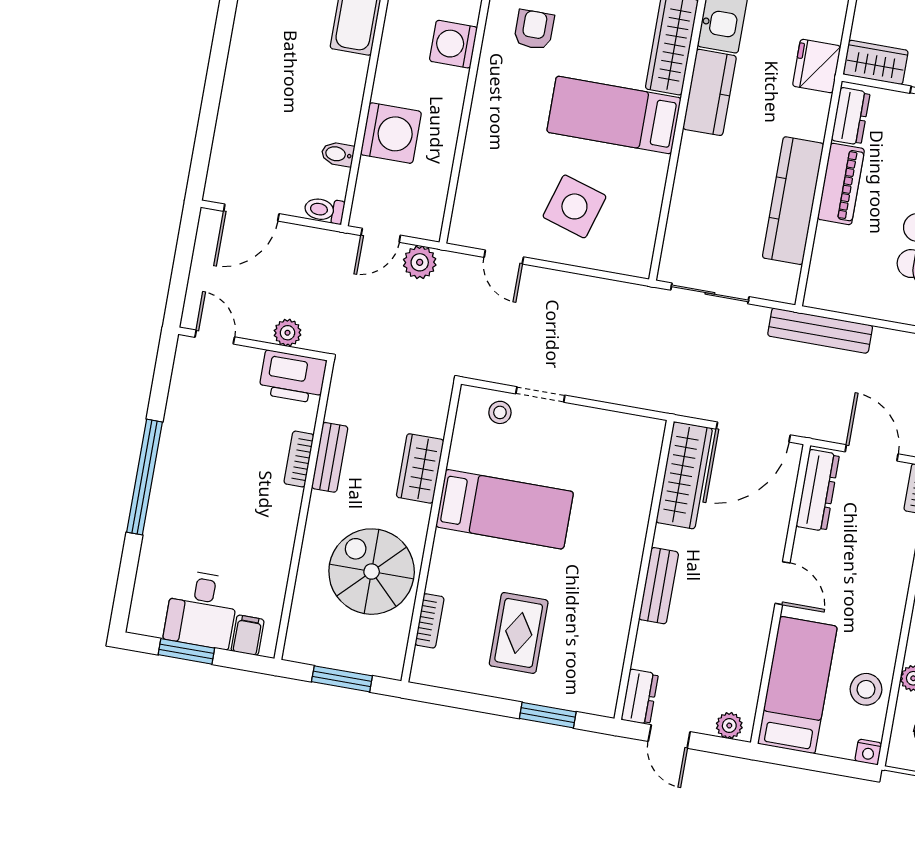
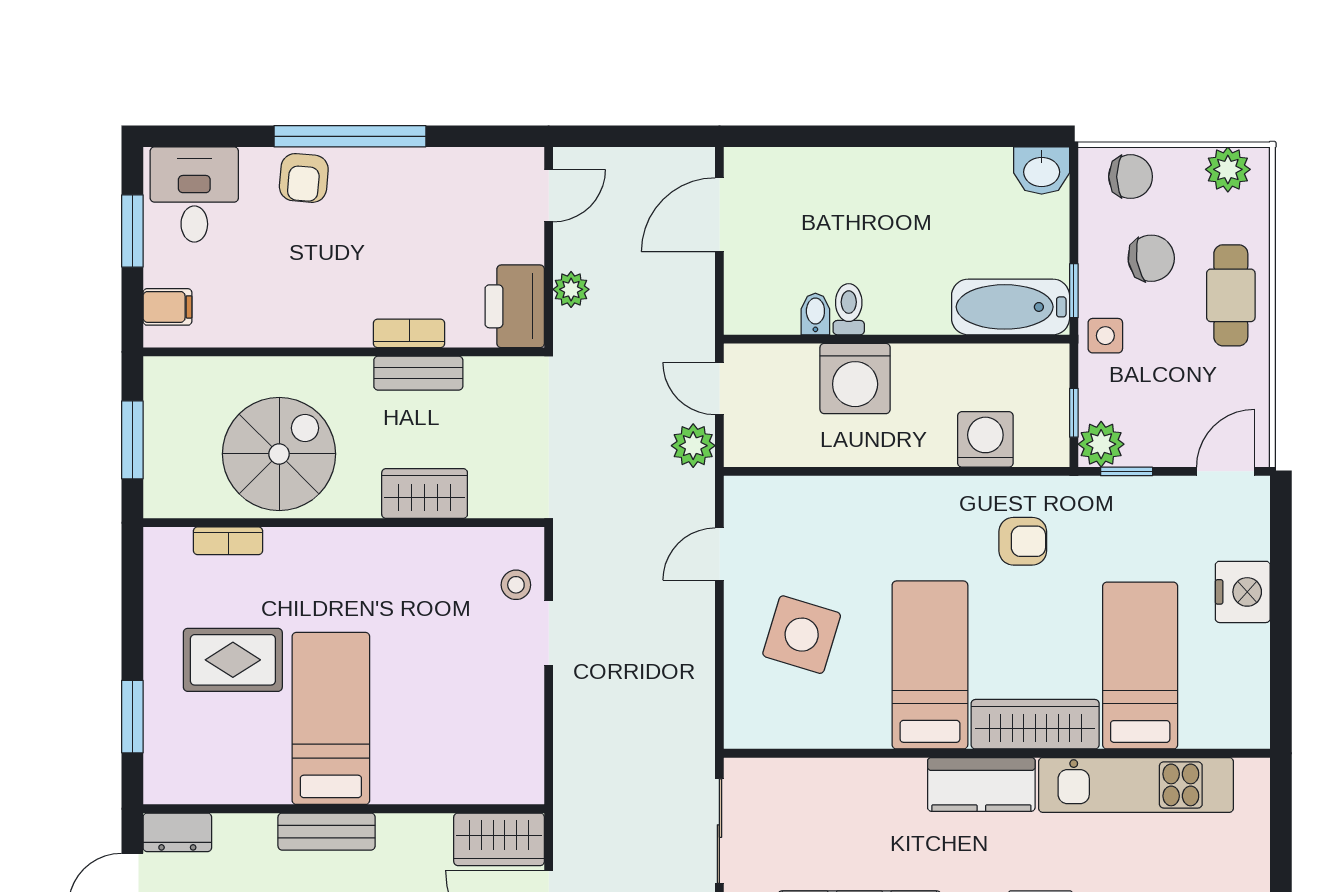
toilet: (324, 210) -> (849, 309), moved
door: (251, 213) -> (719, 215), hinge flipped
wardrobe: (684, 475) -> (499, 839), width x0.67
bed: (505, 509) -> (331, 718), moved, turned 180
armchair: (169, 517) -> (304, 178), added
desk: (202, 609) -> (194, 195), moved, turned 90

